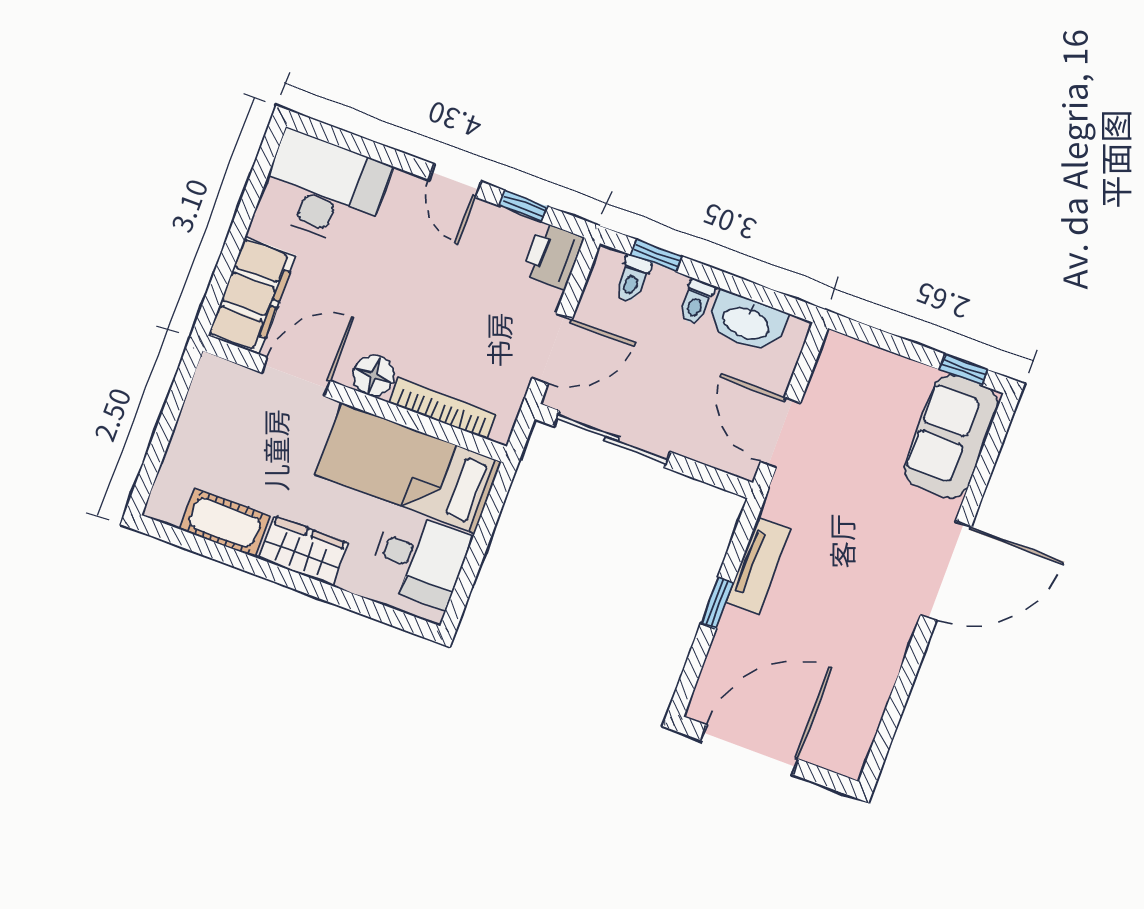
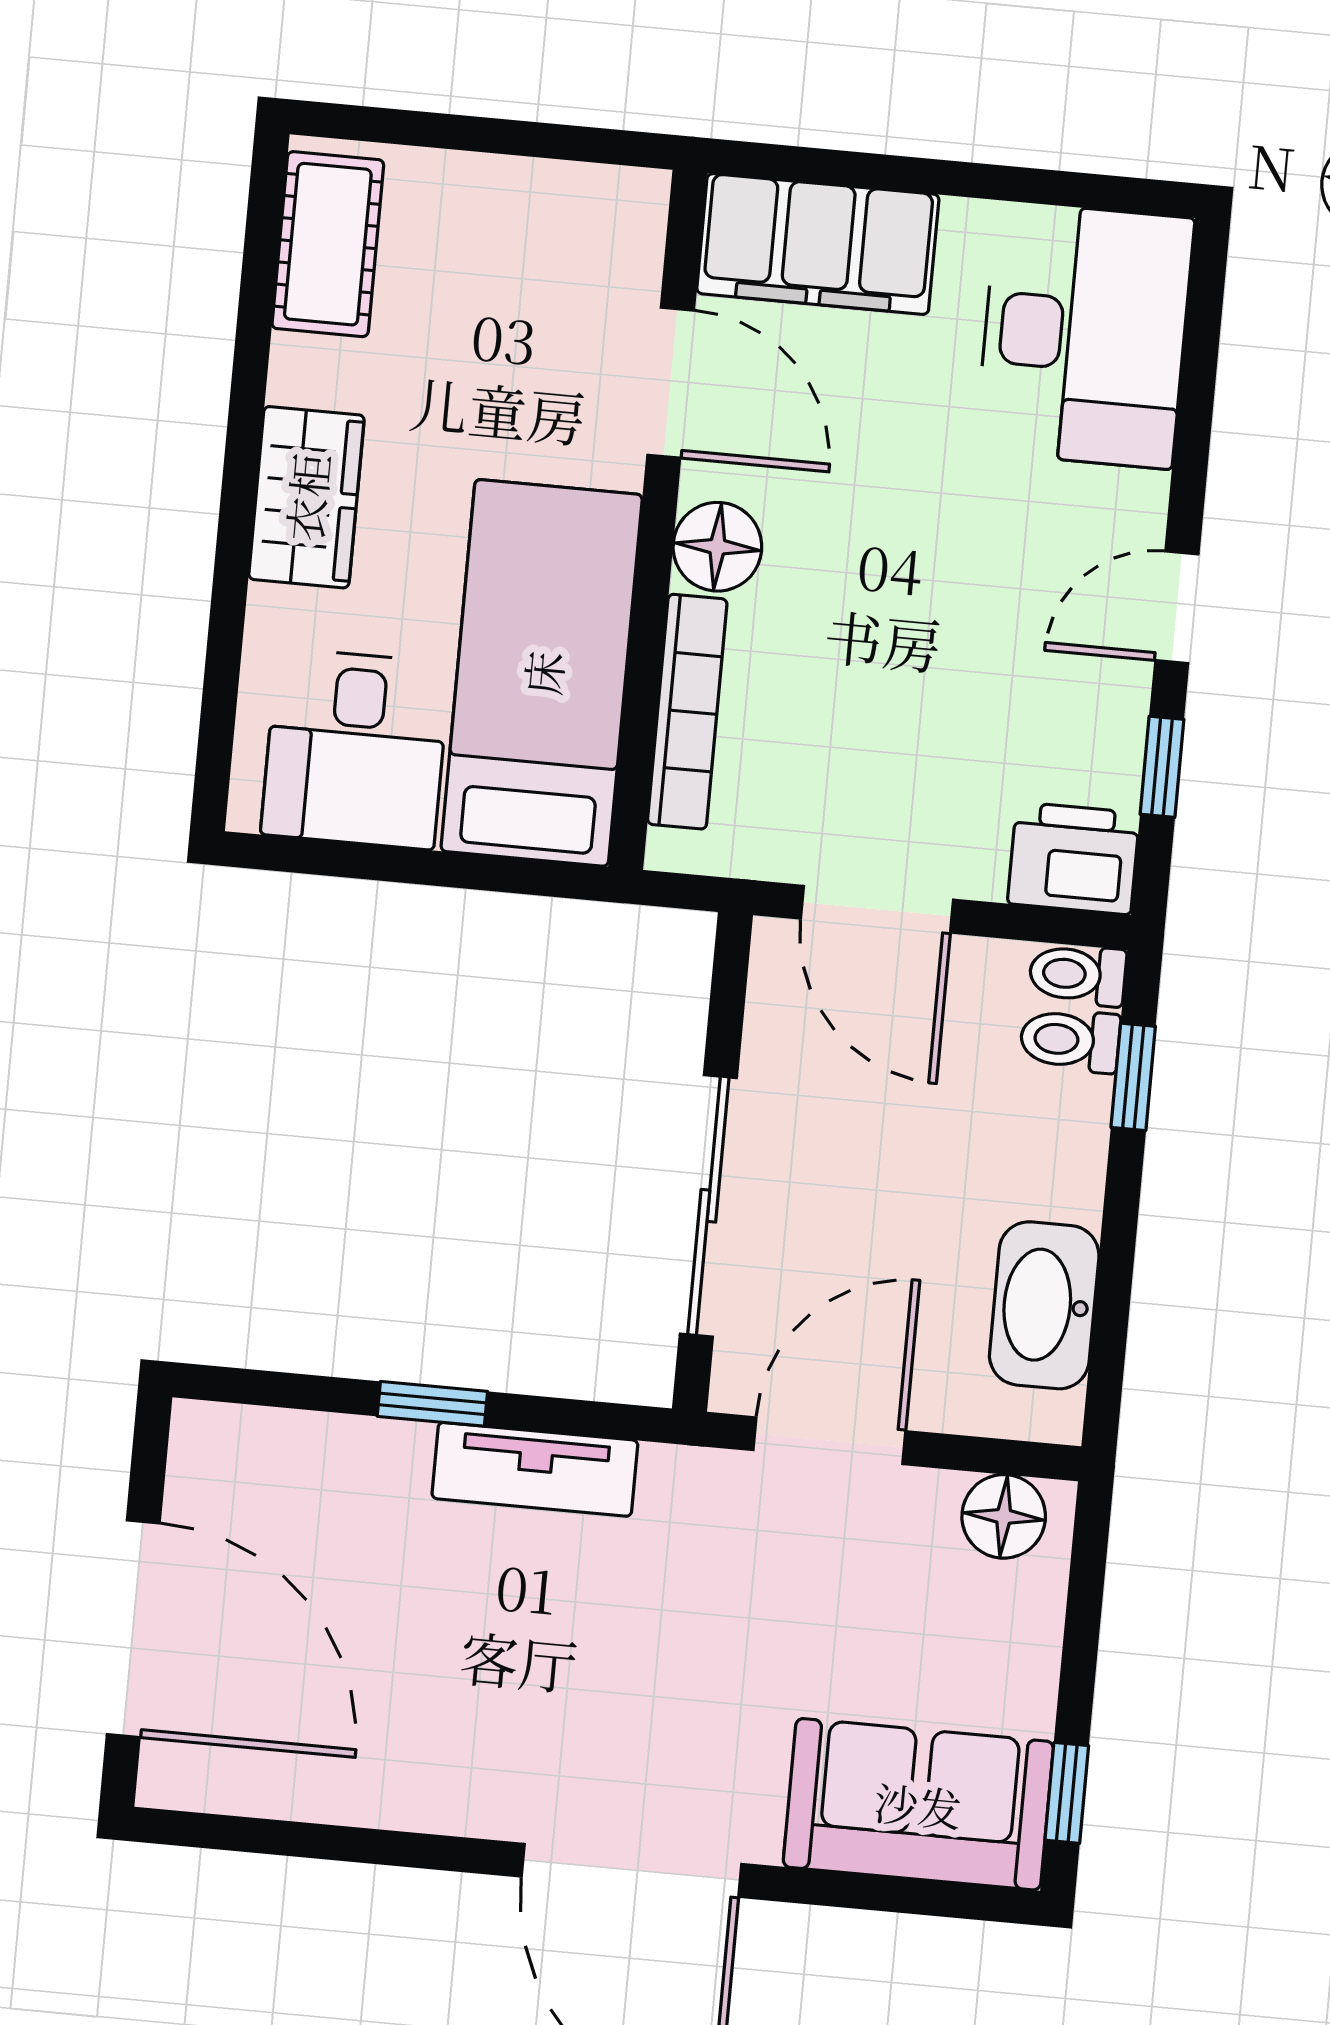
toilet: (696, 302) -> (1078, 975), moved
floor lamp: (834, 365) -> (1004, 1516), added
sliding door: (612, 439) -> (708, 1206), moved
cot: (225, 523) -> (328, 244), moved
door: (750, 750) -> (133, 1629), moved

